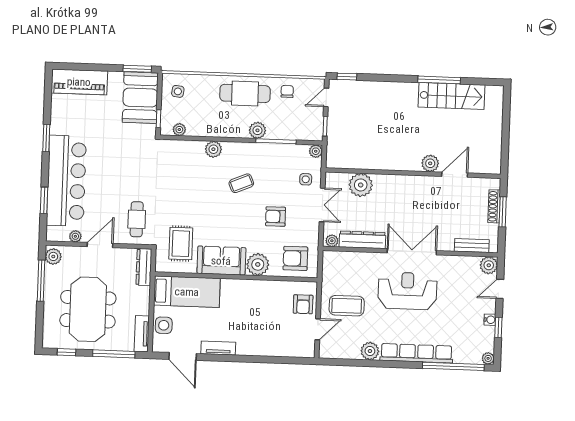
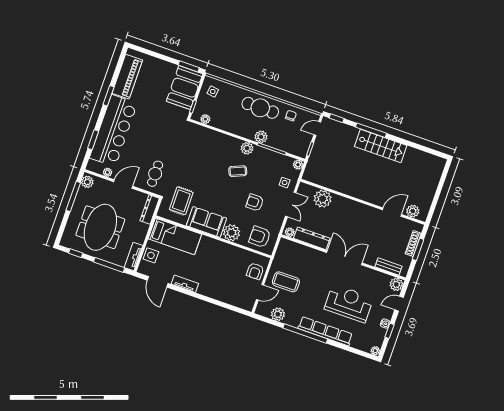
window: (439, 80) -> (371, 130), moved
piano: (79, 82) -> (127, 77), moved, turned -90
stairs: (452, 96) -> (381, 146), moved
plant: (213, 149) -> (247, 148), moved
plant: (430, 163) -> (413, 211), moved
reception desk: (407, 291) -> (349, 303), moved
plant: (370, 351) -> (278, 314), moved
window: (453, 366) -> (305, 333), moved

